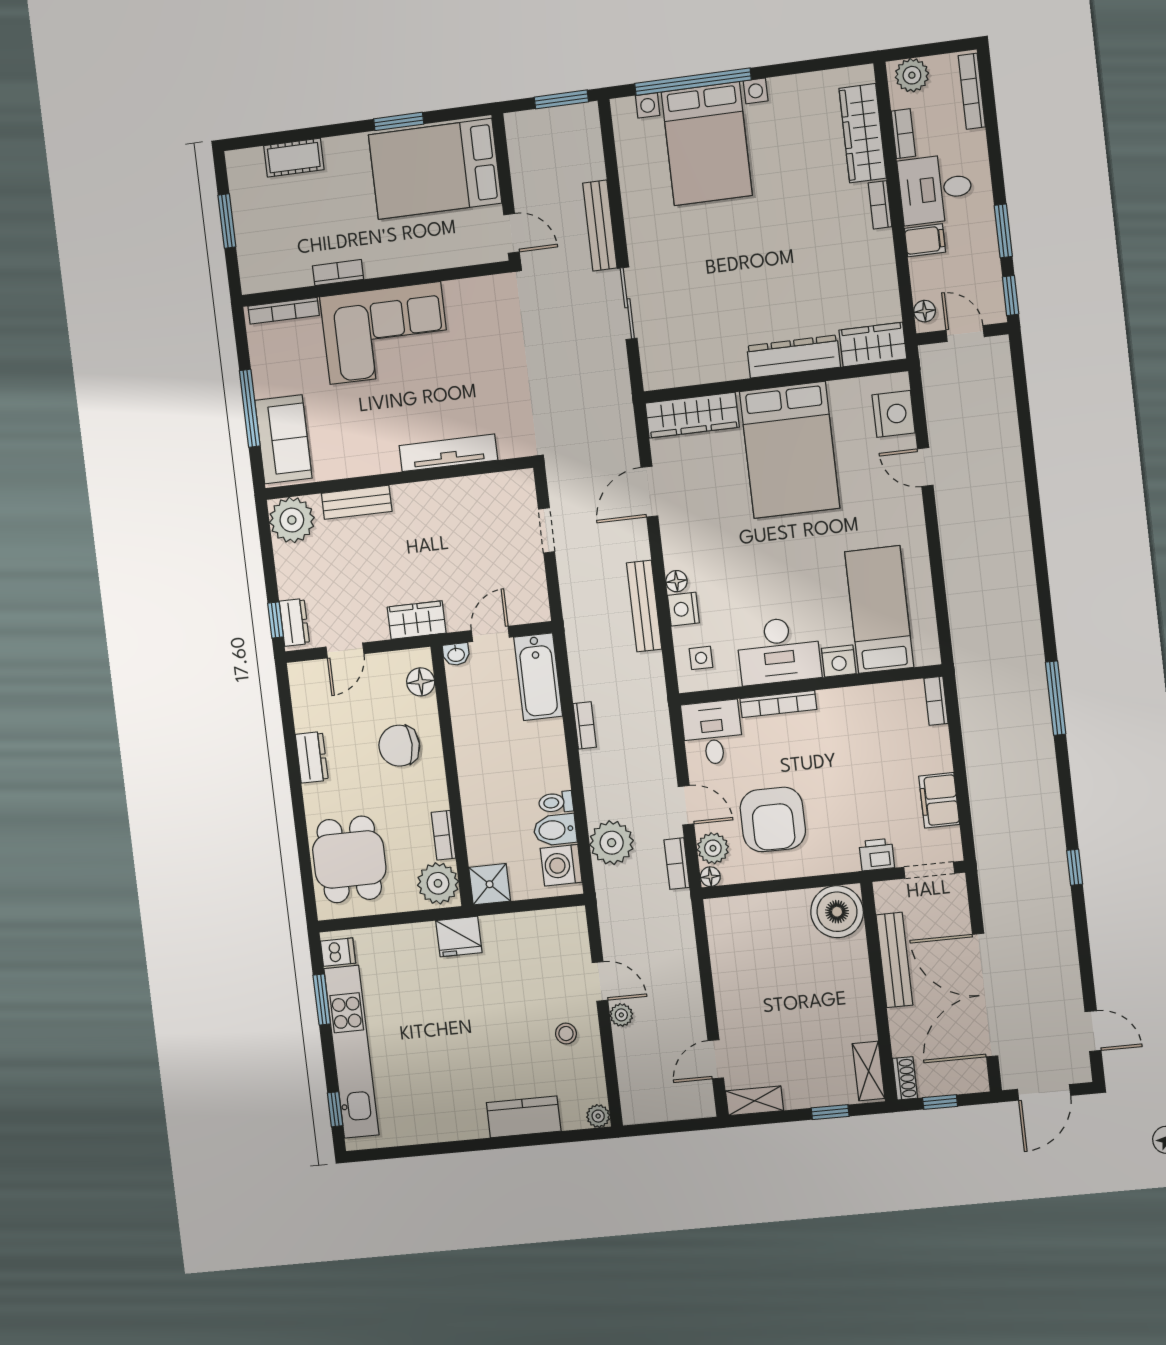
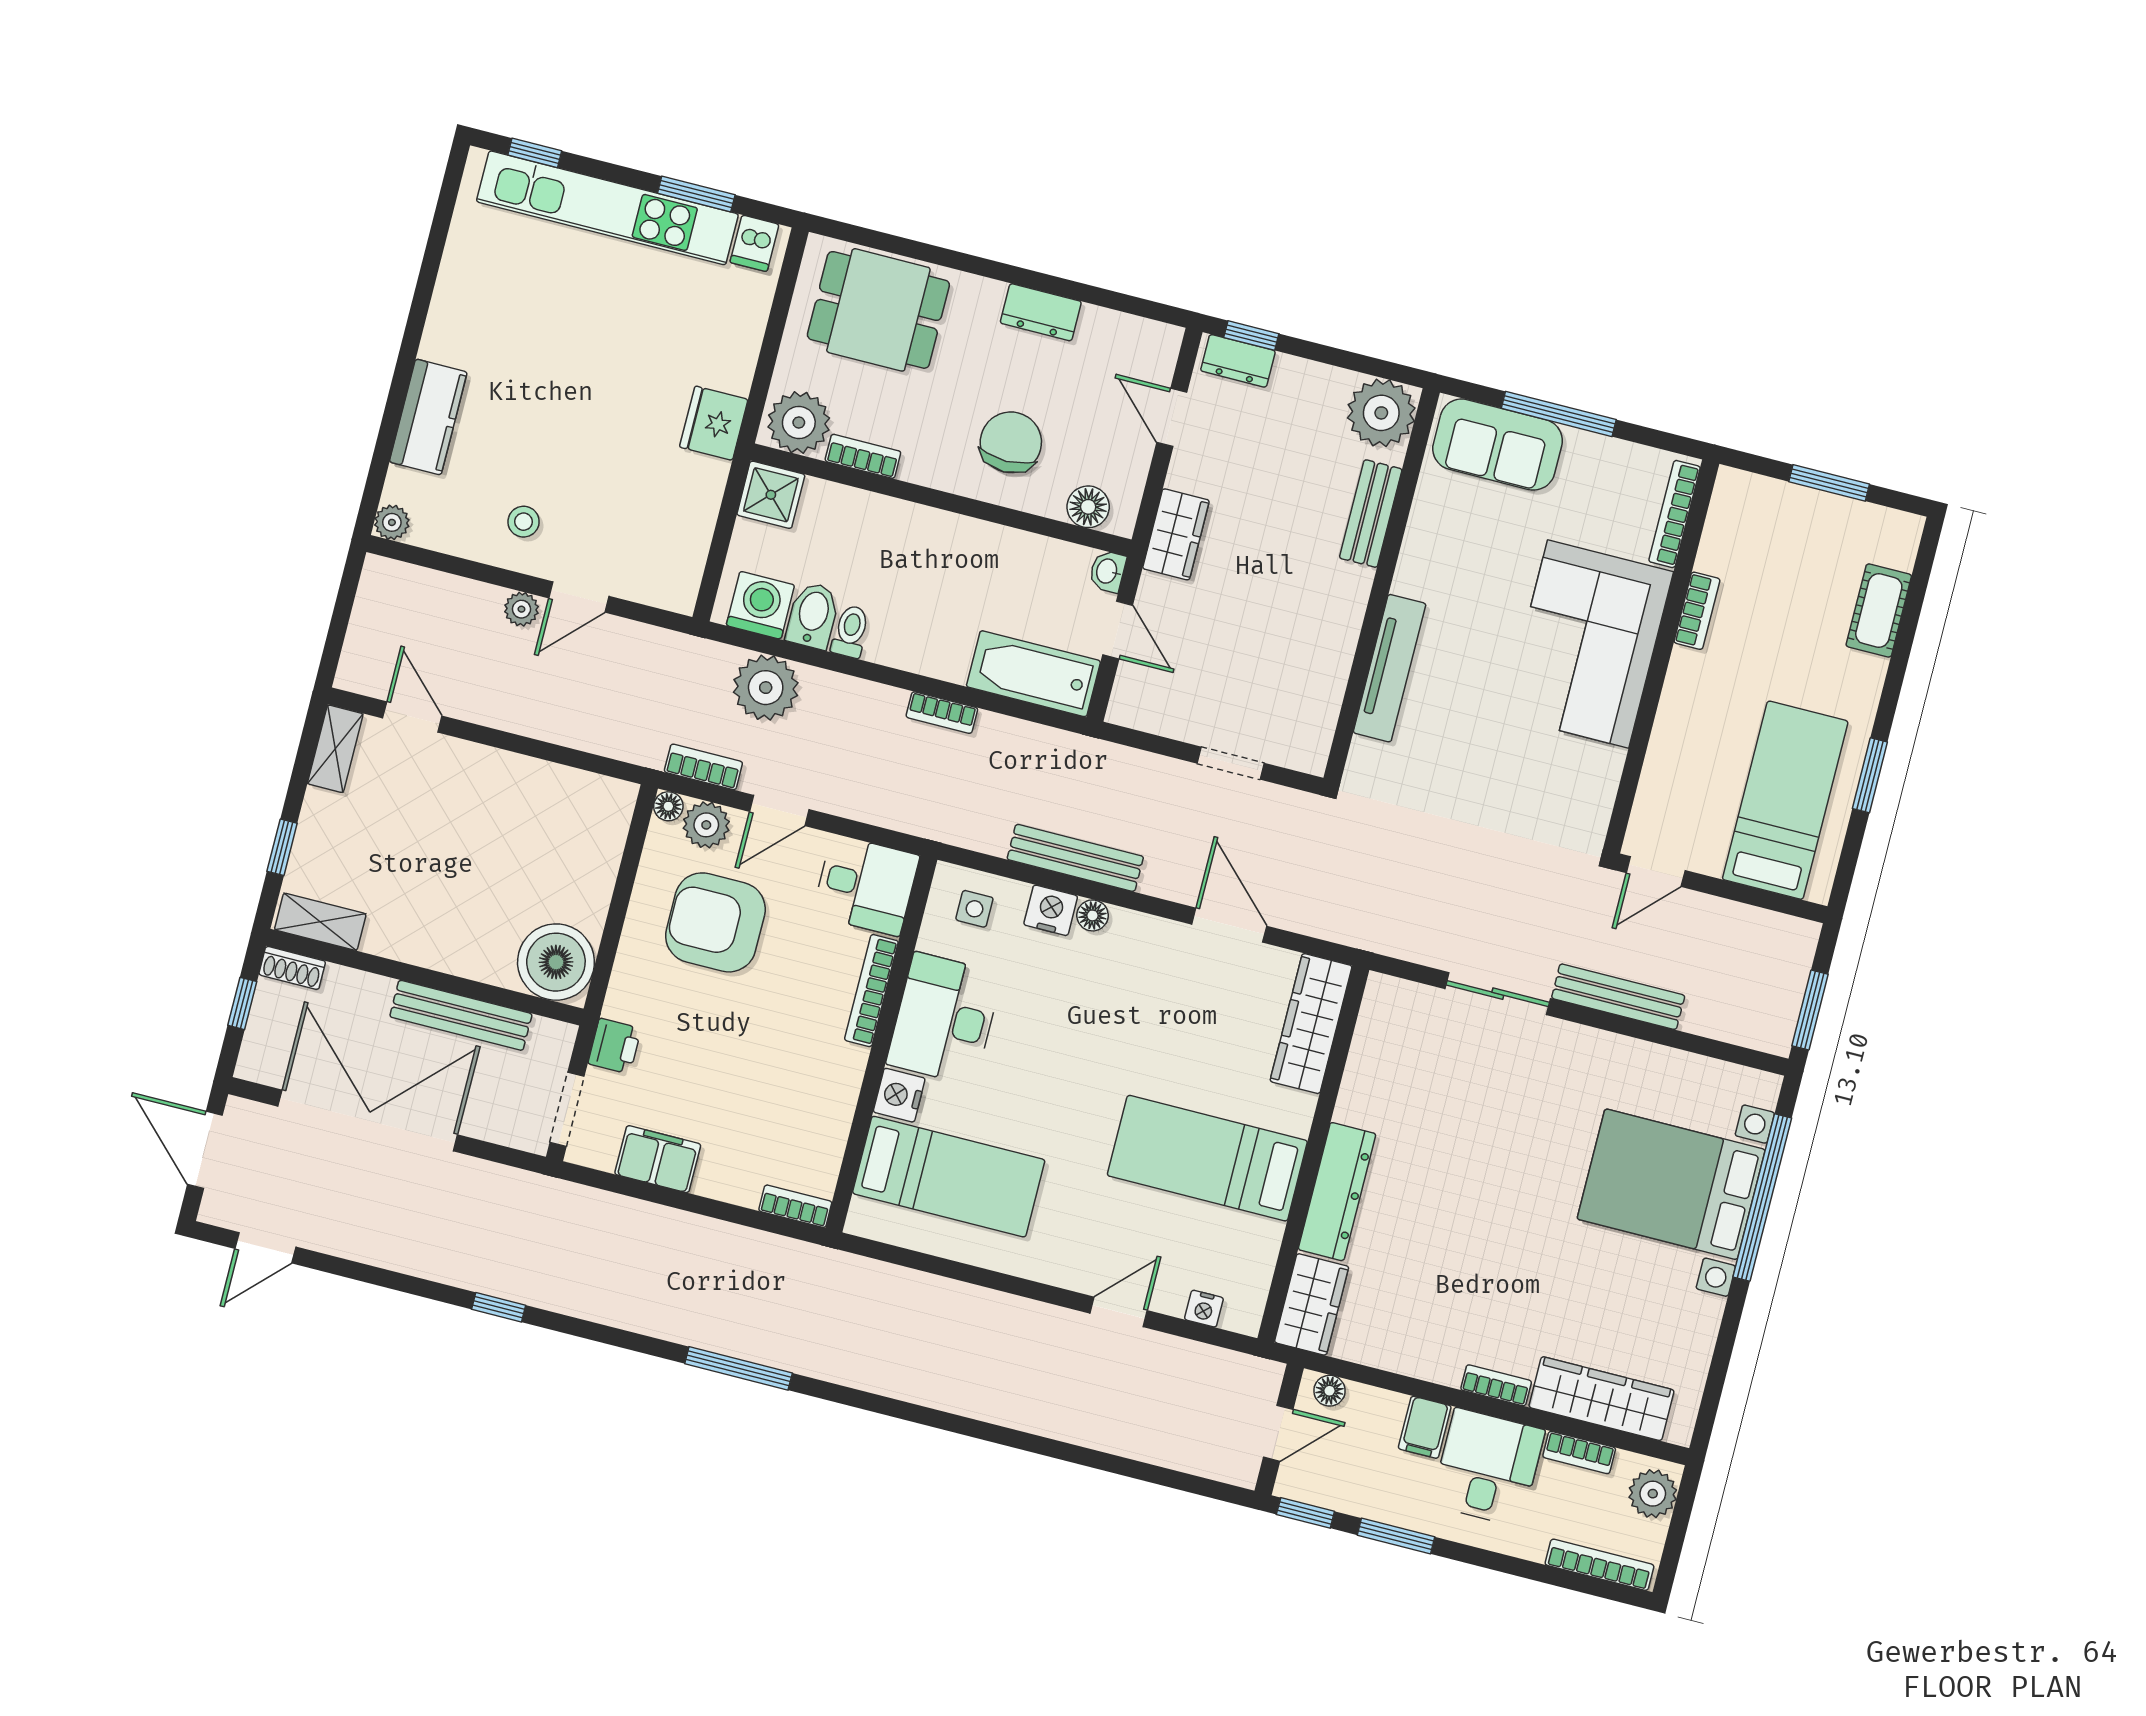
bed: (435, 169) -> (1785, 800), width x0.67
nightstand: (894, 414) -> (1204, 1309), width x0.53, depth x0.56
bed: (790, 450) -> (1207, 1158), width x0.67

